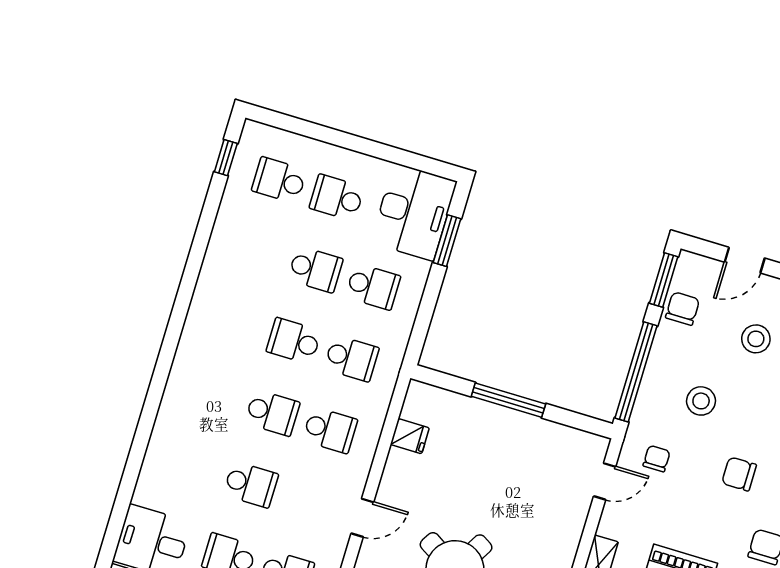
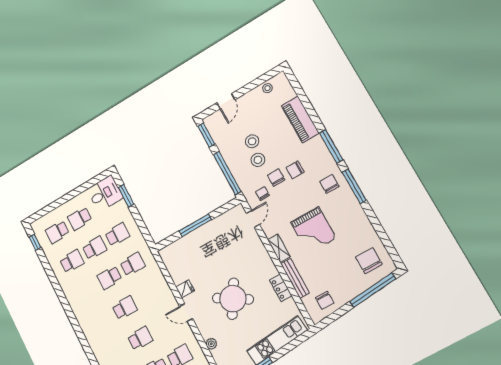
desk: (414, 212) -> (105, 194), width x0.73
chair: (683, 309) -> (276, 178), moved
stool: (756, 339) -> (252, 141), moved
school desk: (330, 430) -> (72, 261), moved
fridge: (410, 436) -> (185, 289), moved
door: (362, 518) -> (186, 313), swing flipped

